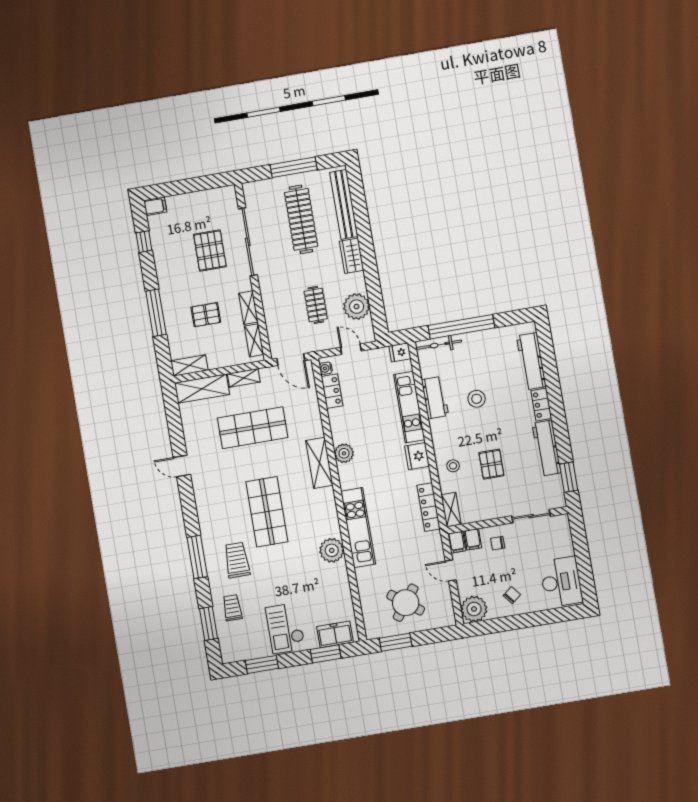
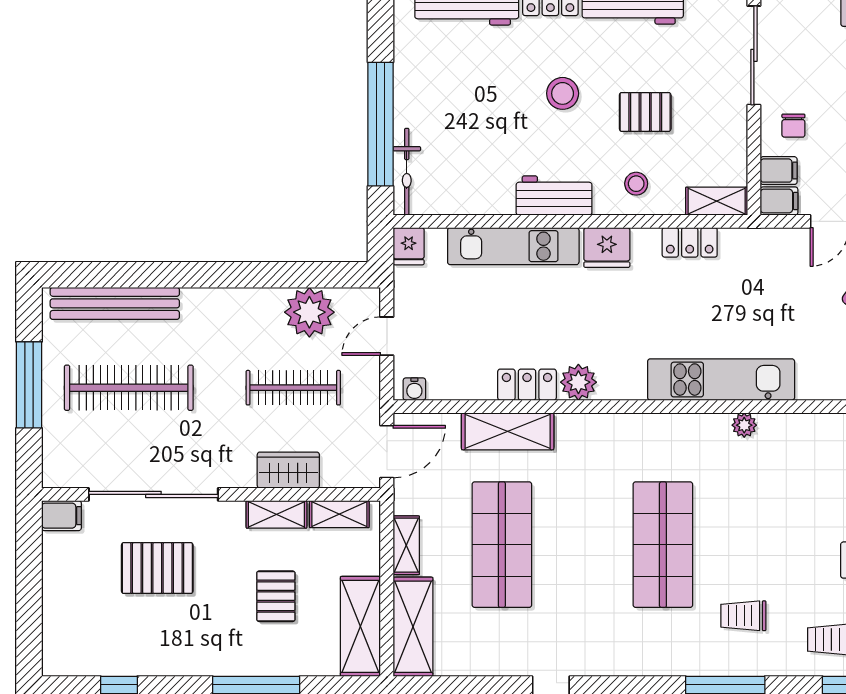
filing cabinet: (155, 206) -> (61, 516), moved, turned 90
wardrobe: (352, 256) -> (288, 470), moved, turned 180
clothes rail: (316, 305) -> (293, 388), width x1.36
shelving: (189, 365) -> (360, 626), width x1.50, depth x1.33
locker: (332, 391) -> (527, 385), moved
workbench: (435, 398) -> (554, 196), moved
stool: (477, 399) -> (563, 93), moved
shelving: (319, 463) -> (508, 431), moved
locker: (428, 507) -> (690, 242), width x0.66
shop shelf: (267, 512) -> (663, 545), turned 90
sliding door: (531, 516) -> (754, 55), width x1.37
plant: (332, 550) -> (744, 425), width x0.53, depth x0.53
trolley: (237, 560) -> (743, 616), width x0.73, depth x0.72

